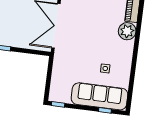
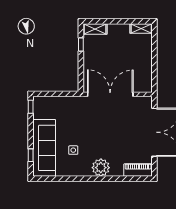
plant: (127, 31) -> (101, 168), moved

